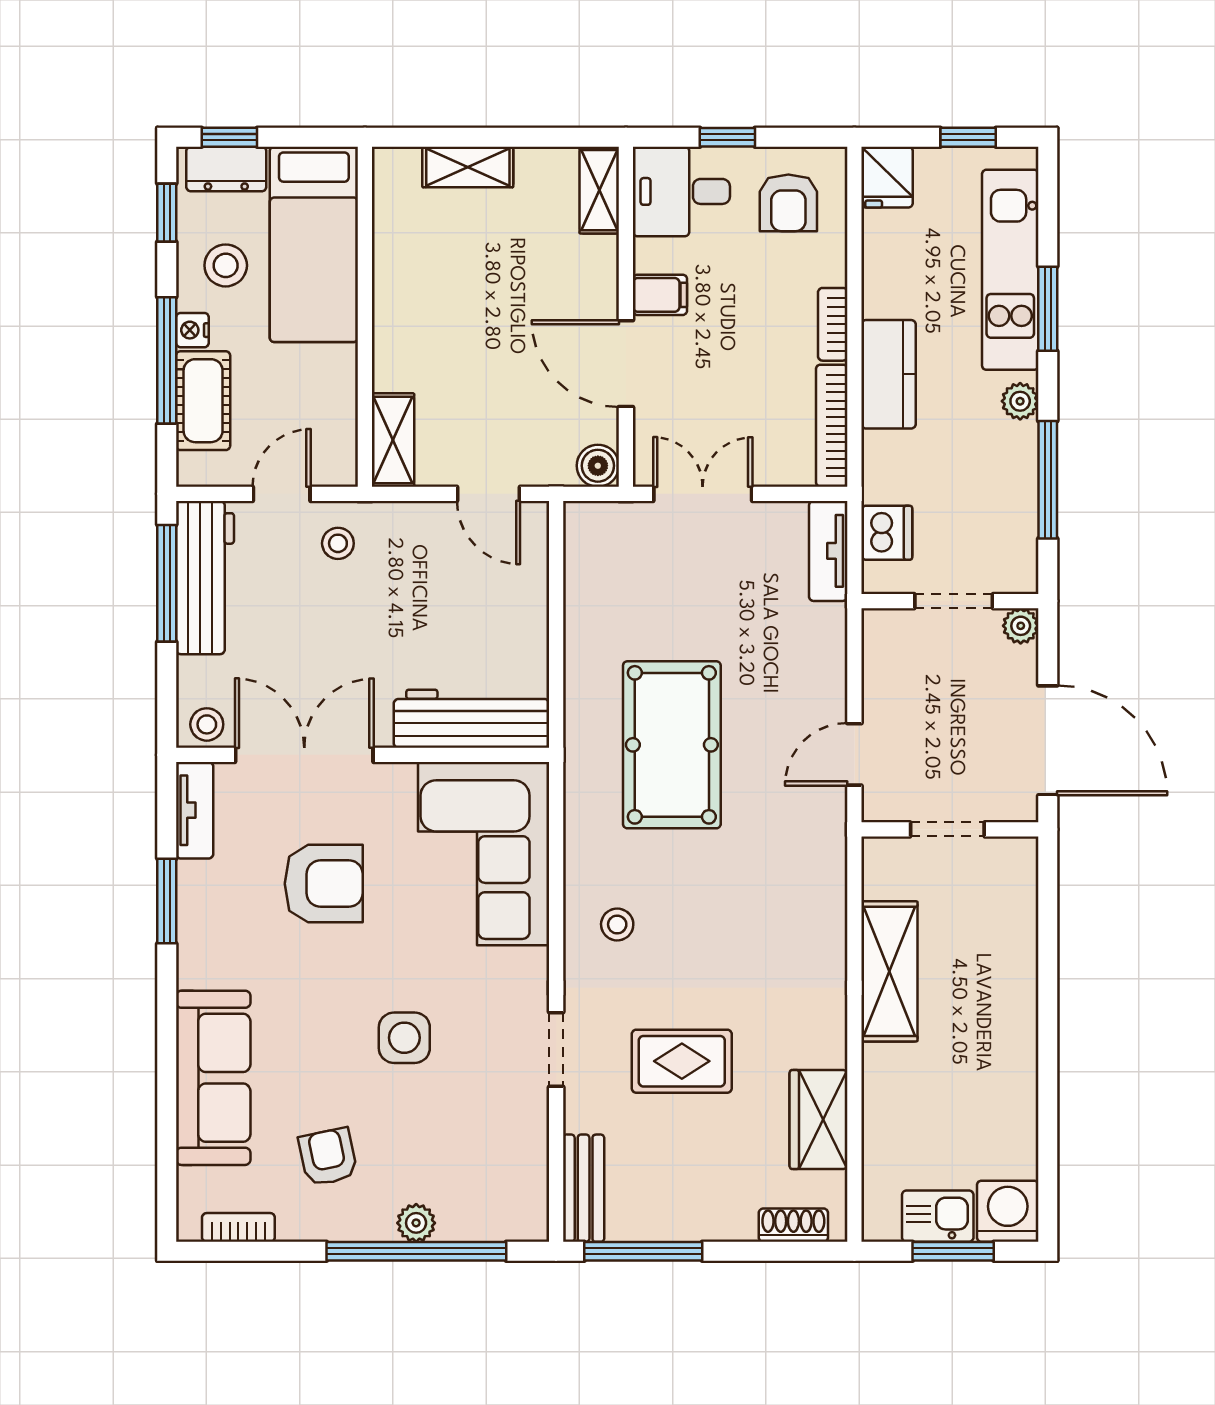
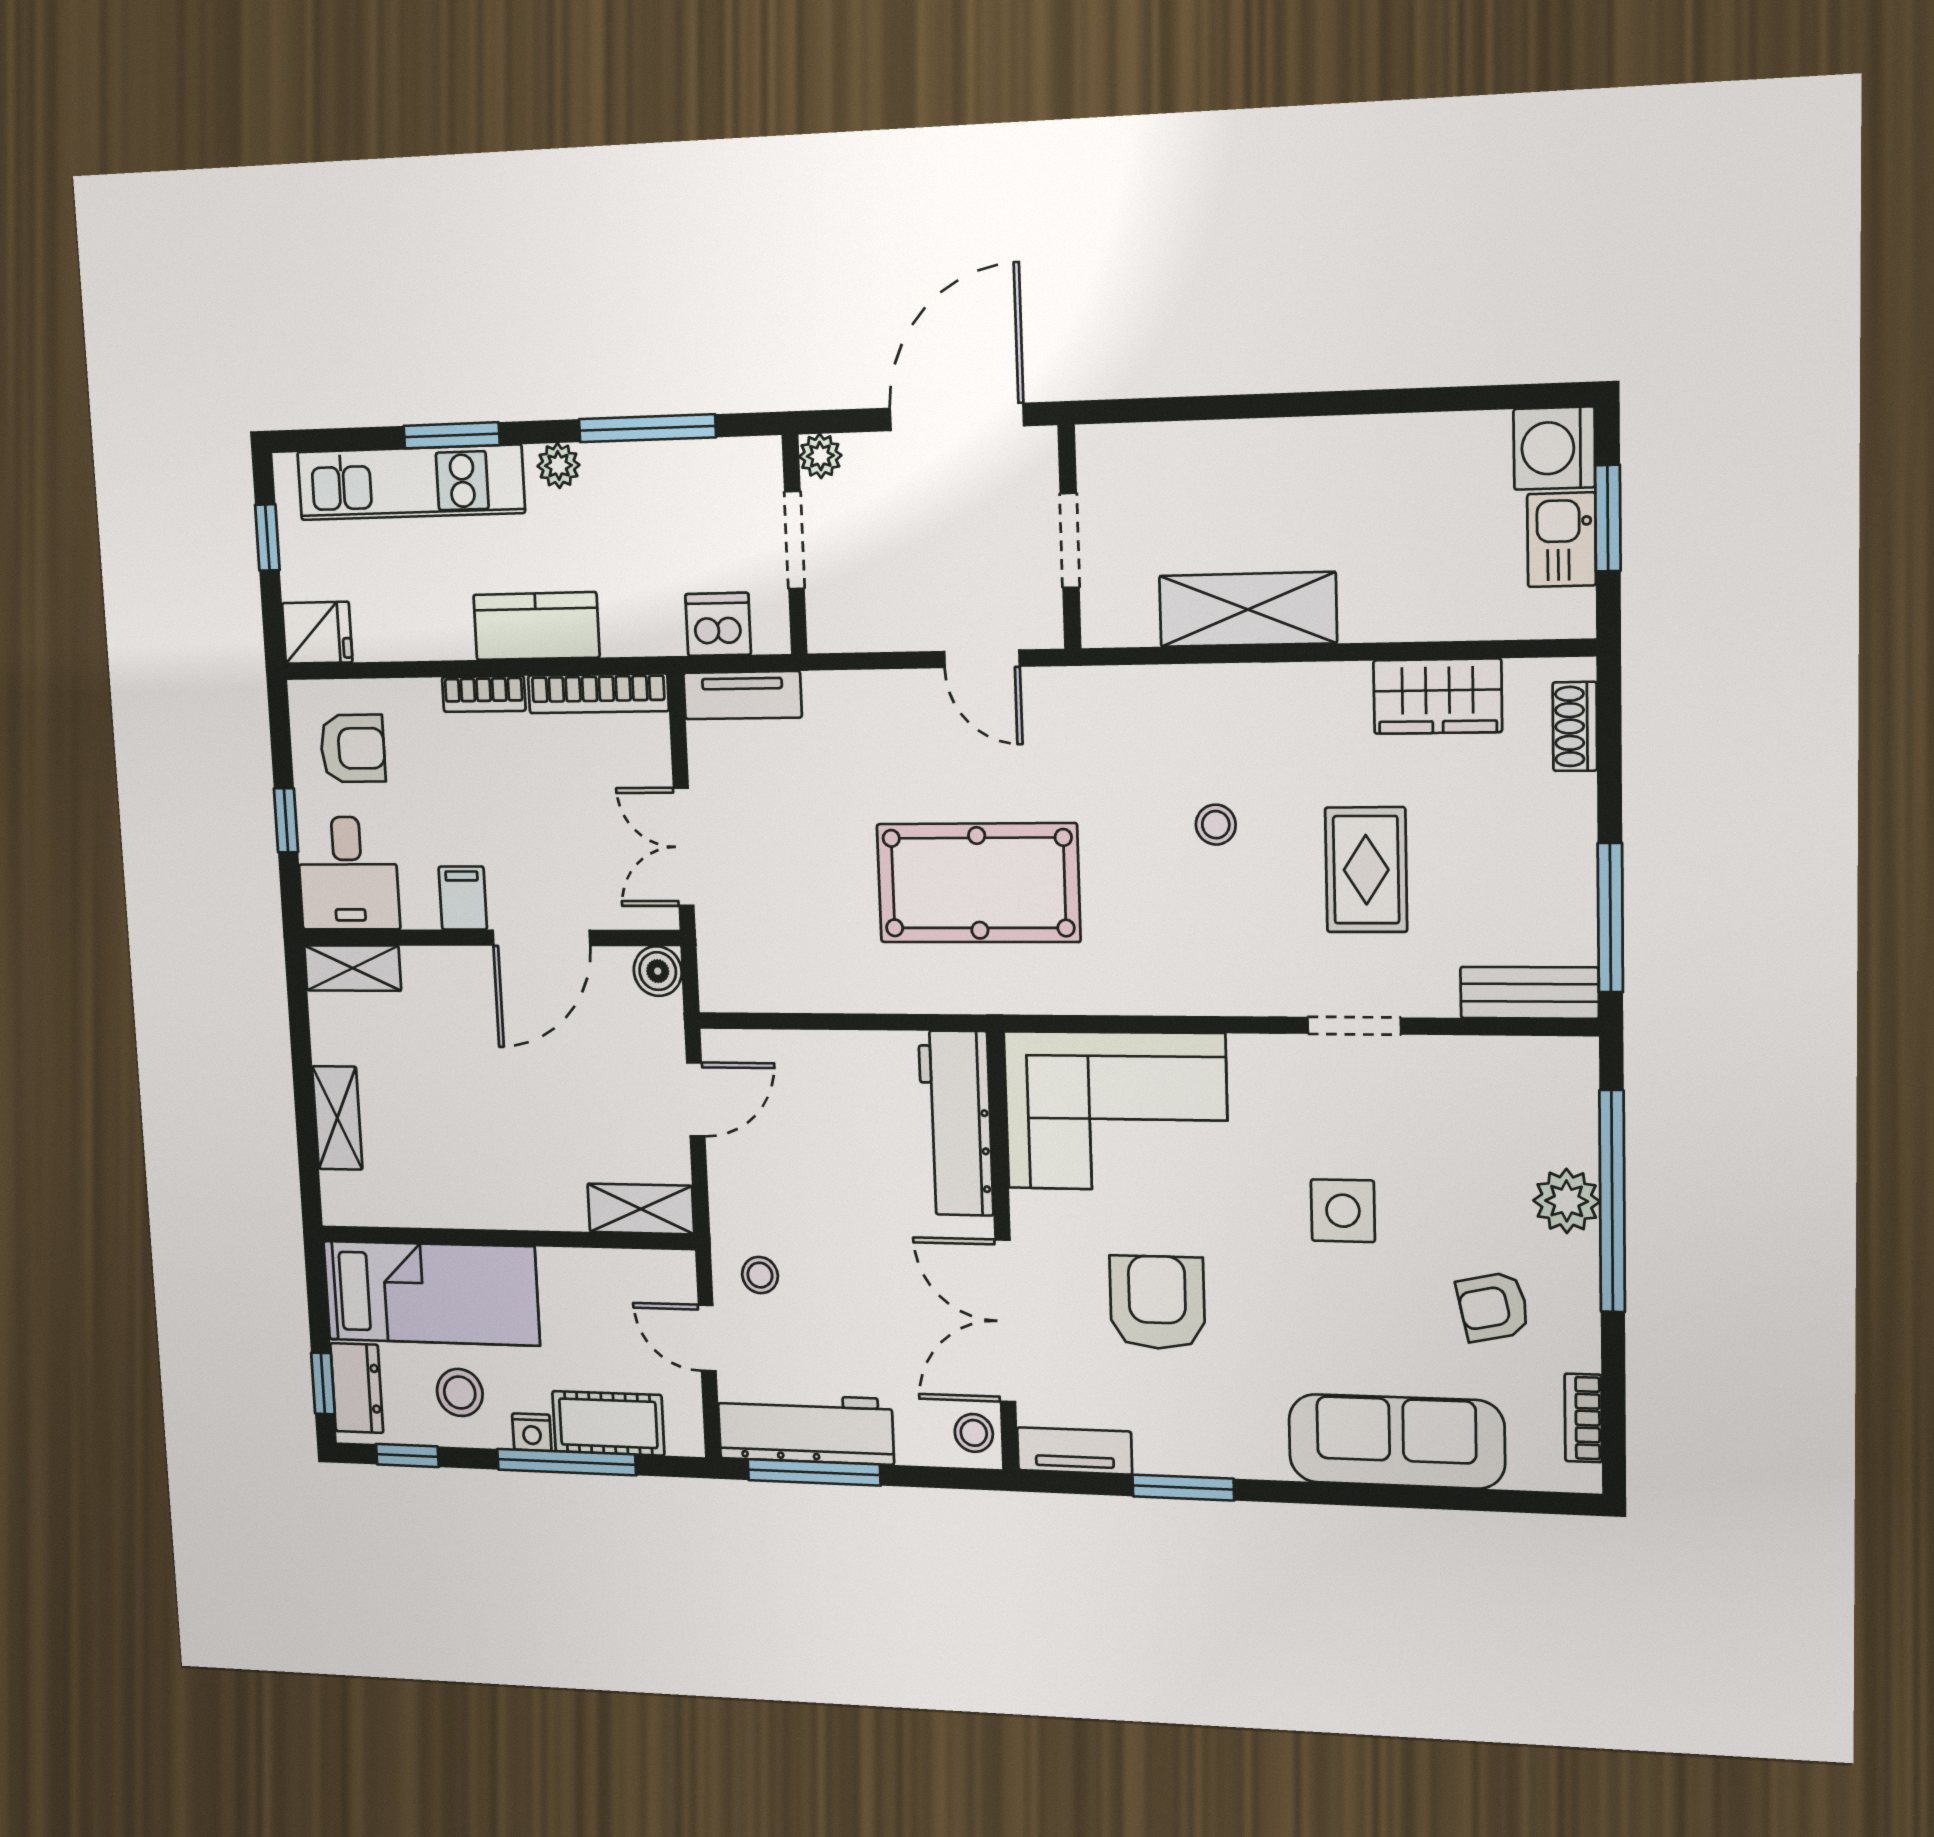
stool: (617, 925) -> (1216, 825), moved
plant: (416, 1223) -> (1567, 1201), width x1.38, depth x1.38

